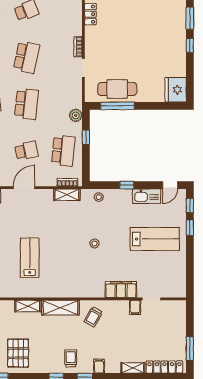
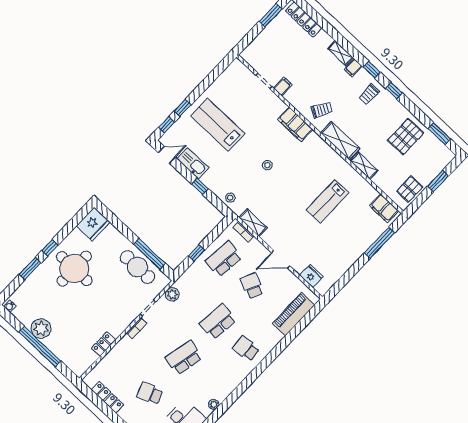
round table: (160, 47) -> (74, 269), added
plant: (76, 115) -> (172, 294), moved
school desk: (26, 151) -> (252, 286), turned 36
filing cabinet: (121, 290) -> (295, 124), moved
shelving: (133, 368) -> (340, 53), moved

